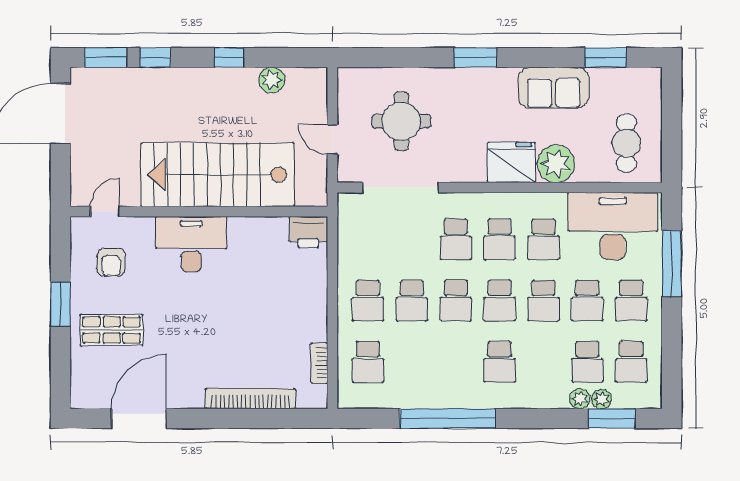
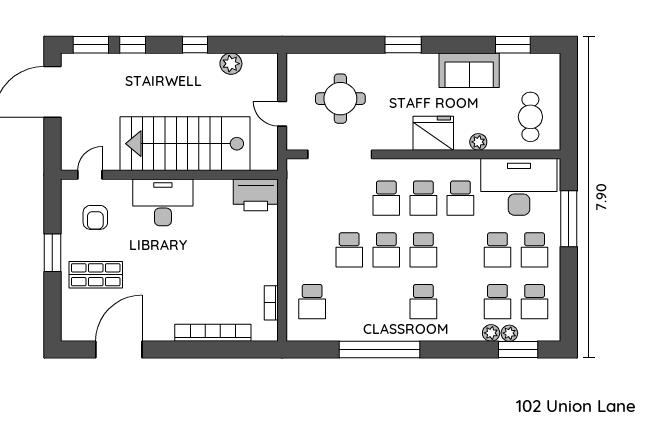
plant: (556, 164) -> (478, 142), width x0.53, depth x0.53
printer: (308, 232) -> (256, 195), width x1.37, depth x1.19
school desk: (368, 301) -> (312, 250), removed
school desk: (543, 301) -> (460, 250), removed

